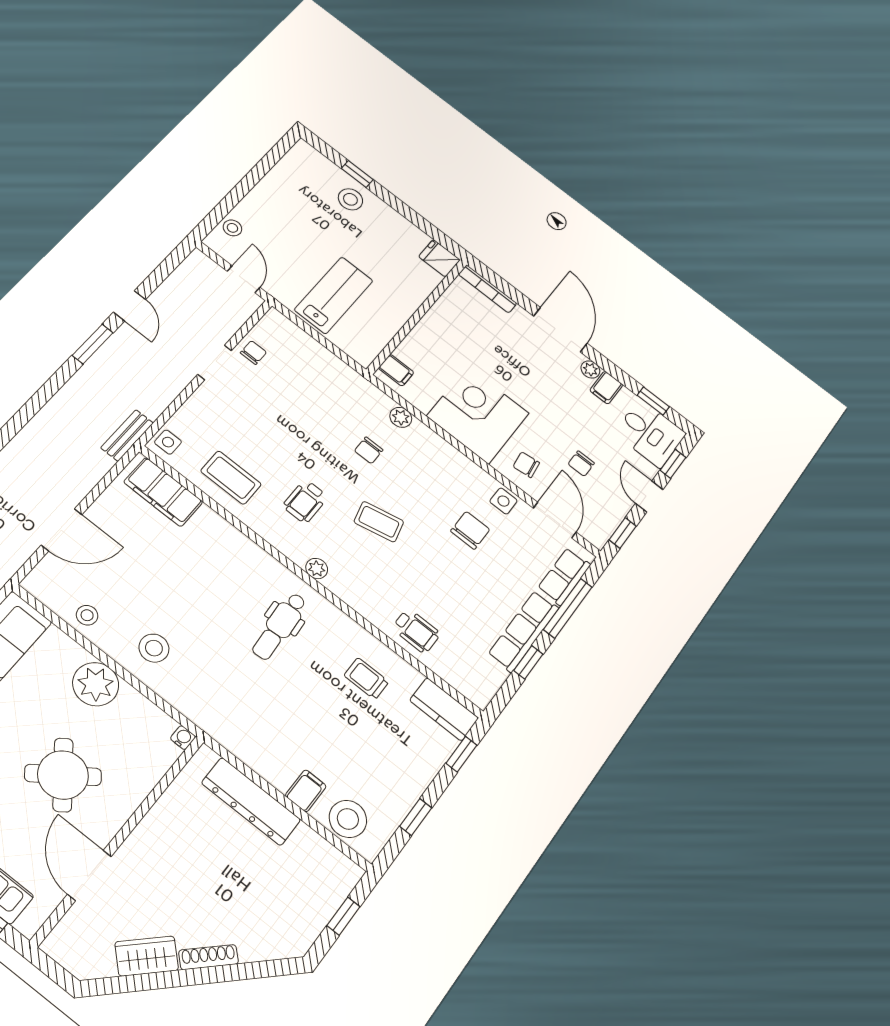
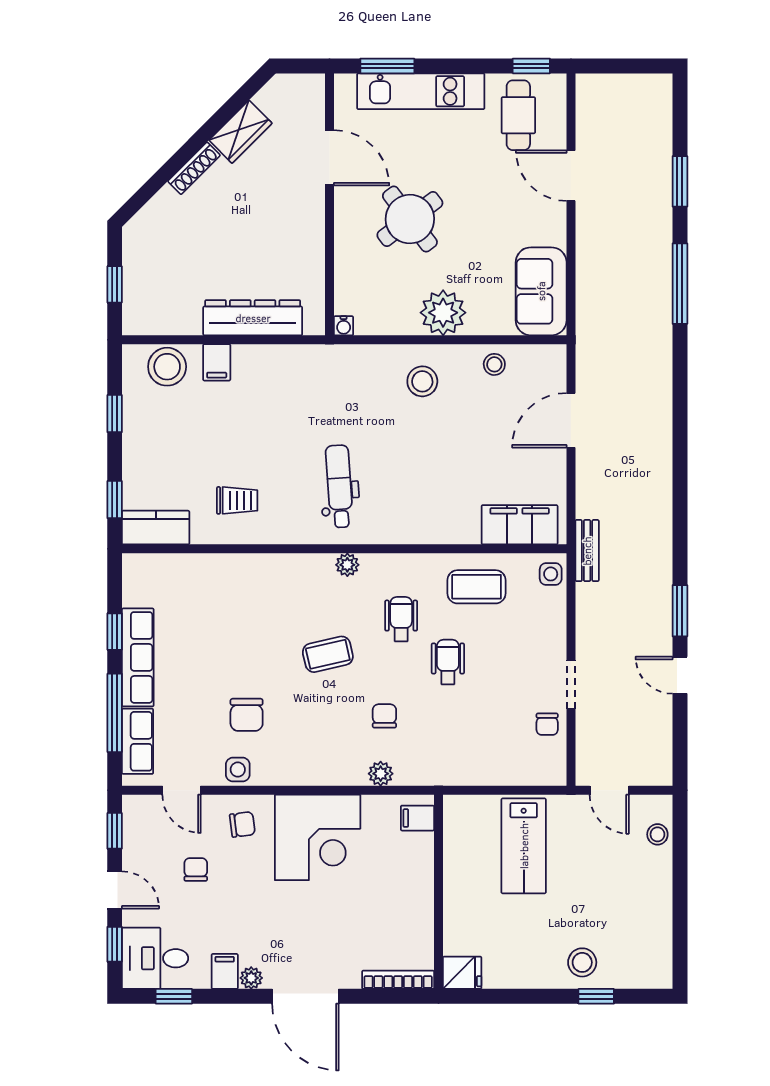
door: (555, 520) -> (182, 790), width x0.73
wheelchair: (416, 631) -> (448, 662), moved, turned 90

